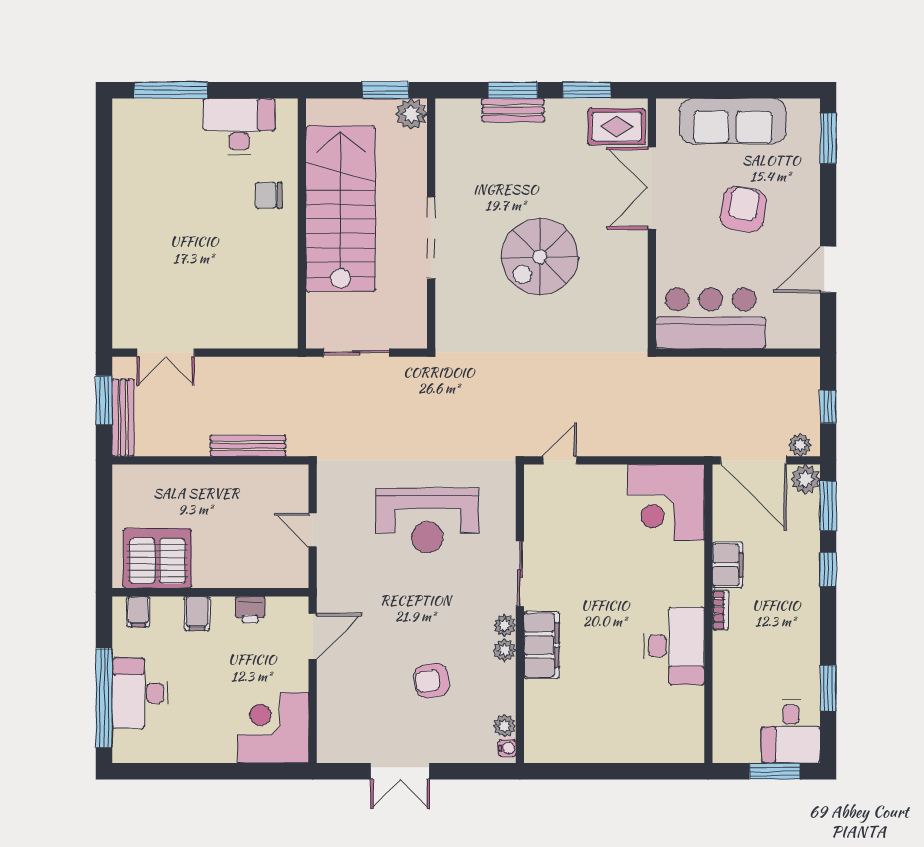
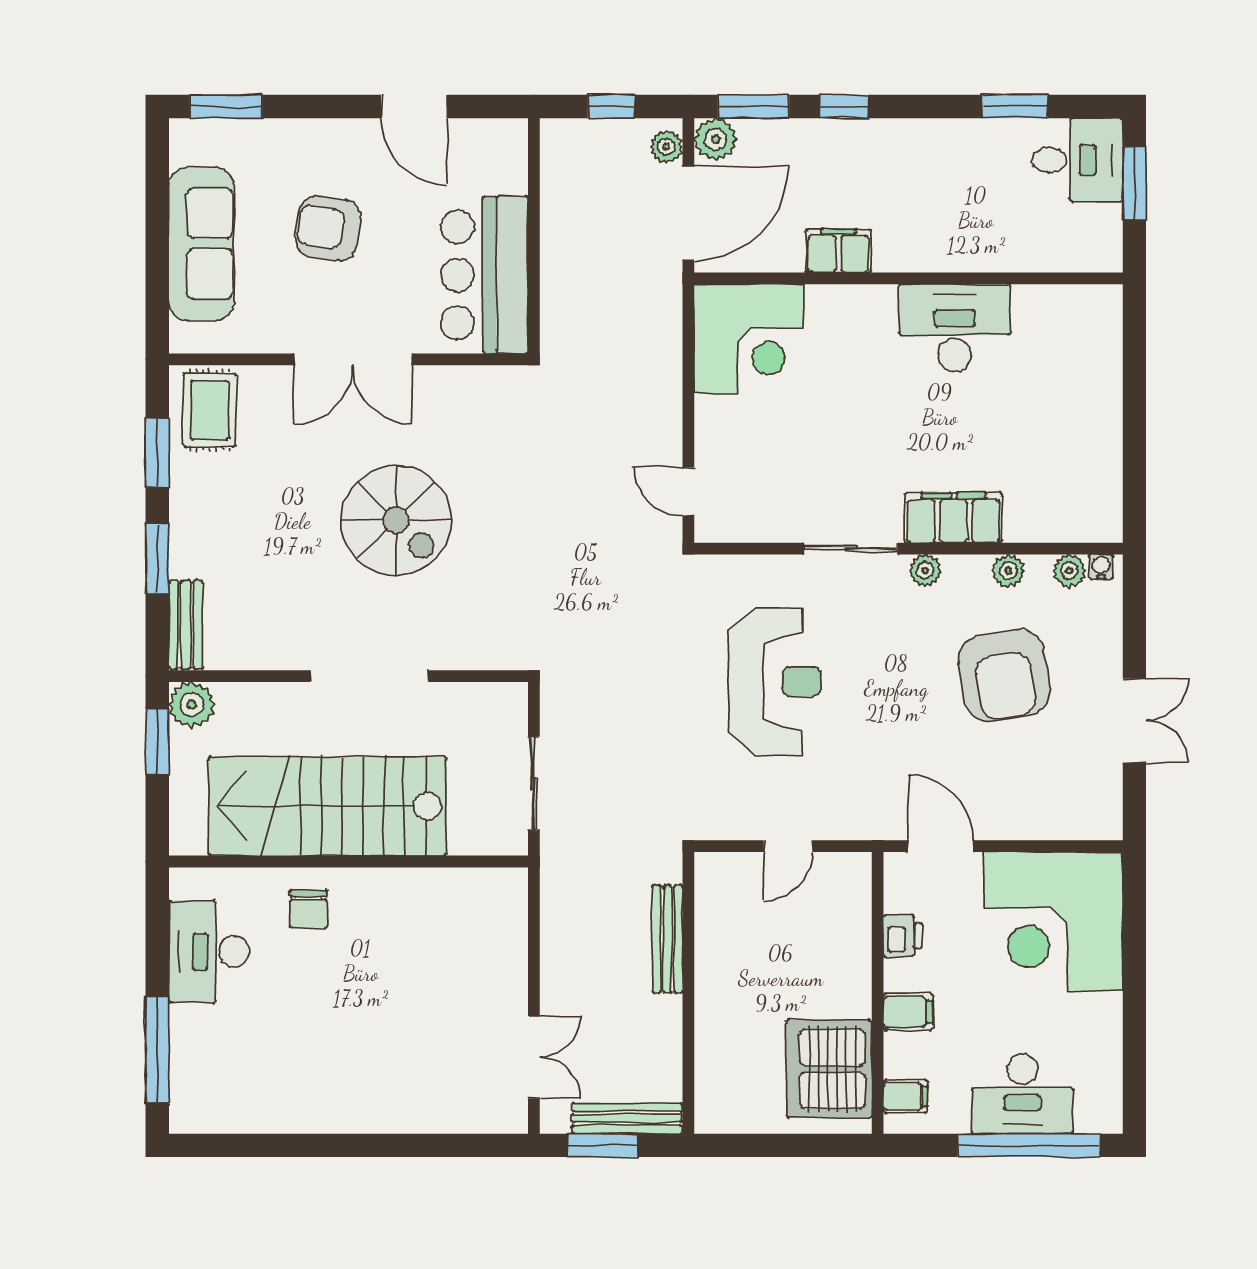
bench: (513, 110) -> (186, 625), moved
double door: (652, 188) -> (353, 359), moved
bookcase: (721, 610) -> (903, 261), removed
plant: (505, 650) -> (1008, 571), moved
armchair: (432, 681) -> (1004, 675), width x1.88, depth x1.88
corner desk: (273, 728) -> (1053, 921), width x1.36, depth x1.36

